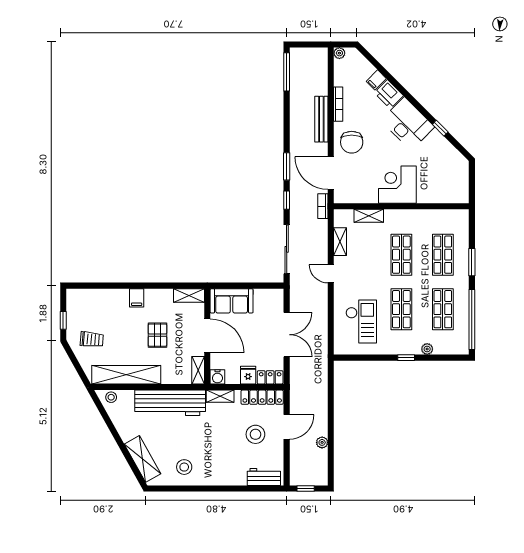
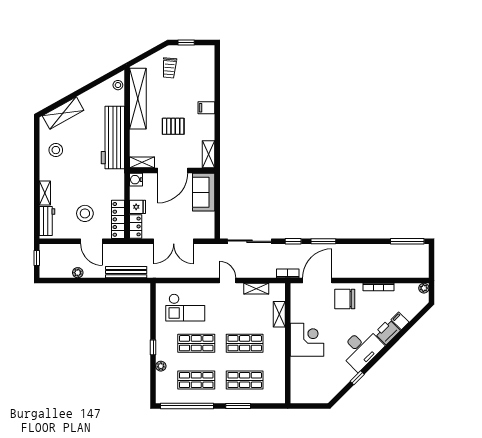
bench: (321, 119) -> (126, 272), moved
door: (331, 274) -> (228, 280), hinge flipped
shelving: (220, 396) -> (45, 193), moved

